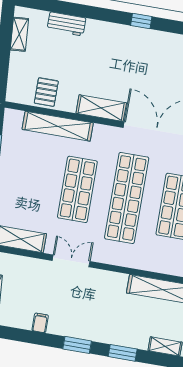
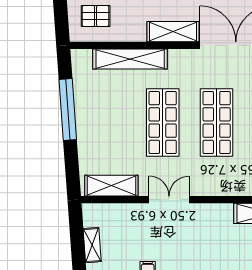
pallet: (46, 92) -> (96, 16), moved, turned 90
shop shelf: (127, 198) -> (217, 122), width x0.71

